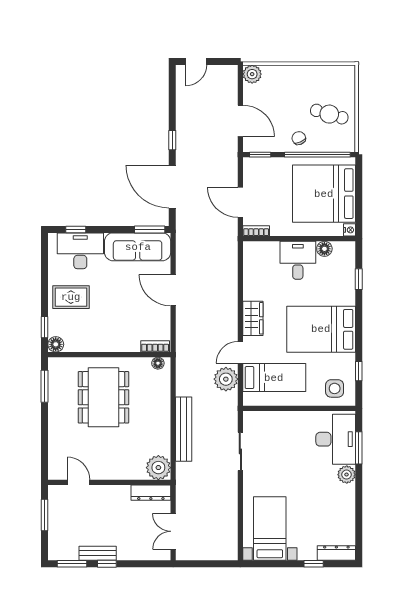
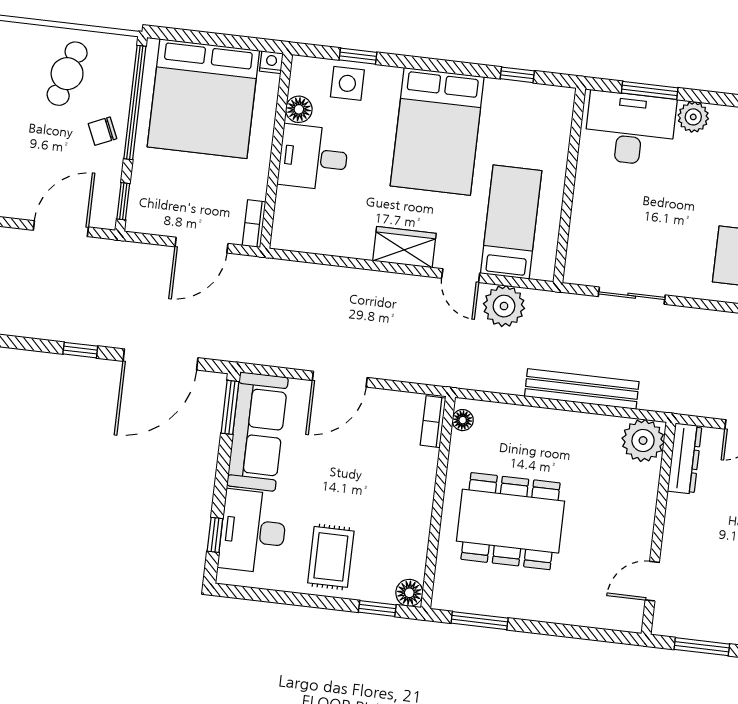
side table: (335, 388) -> (347, 83), moved

